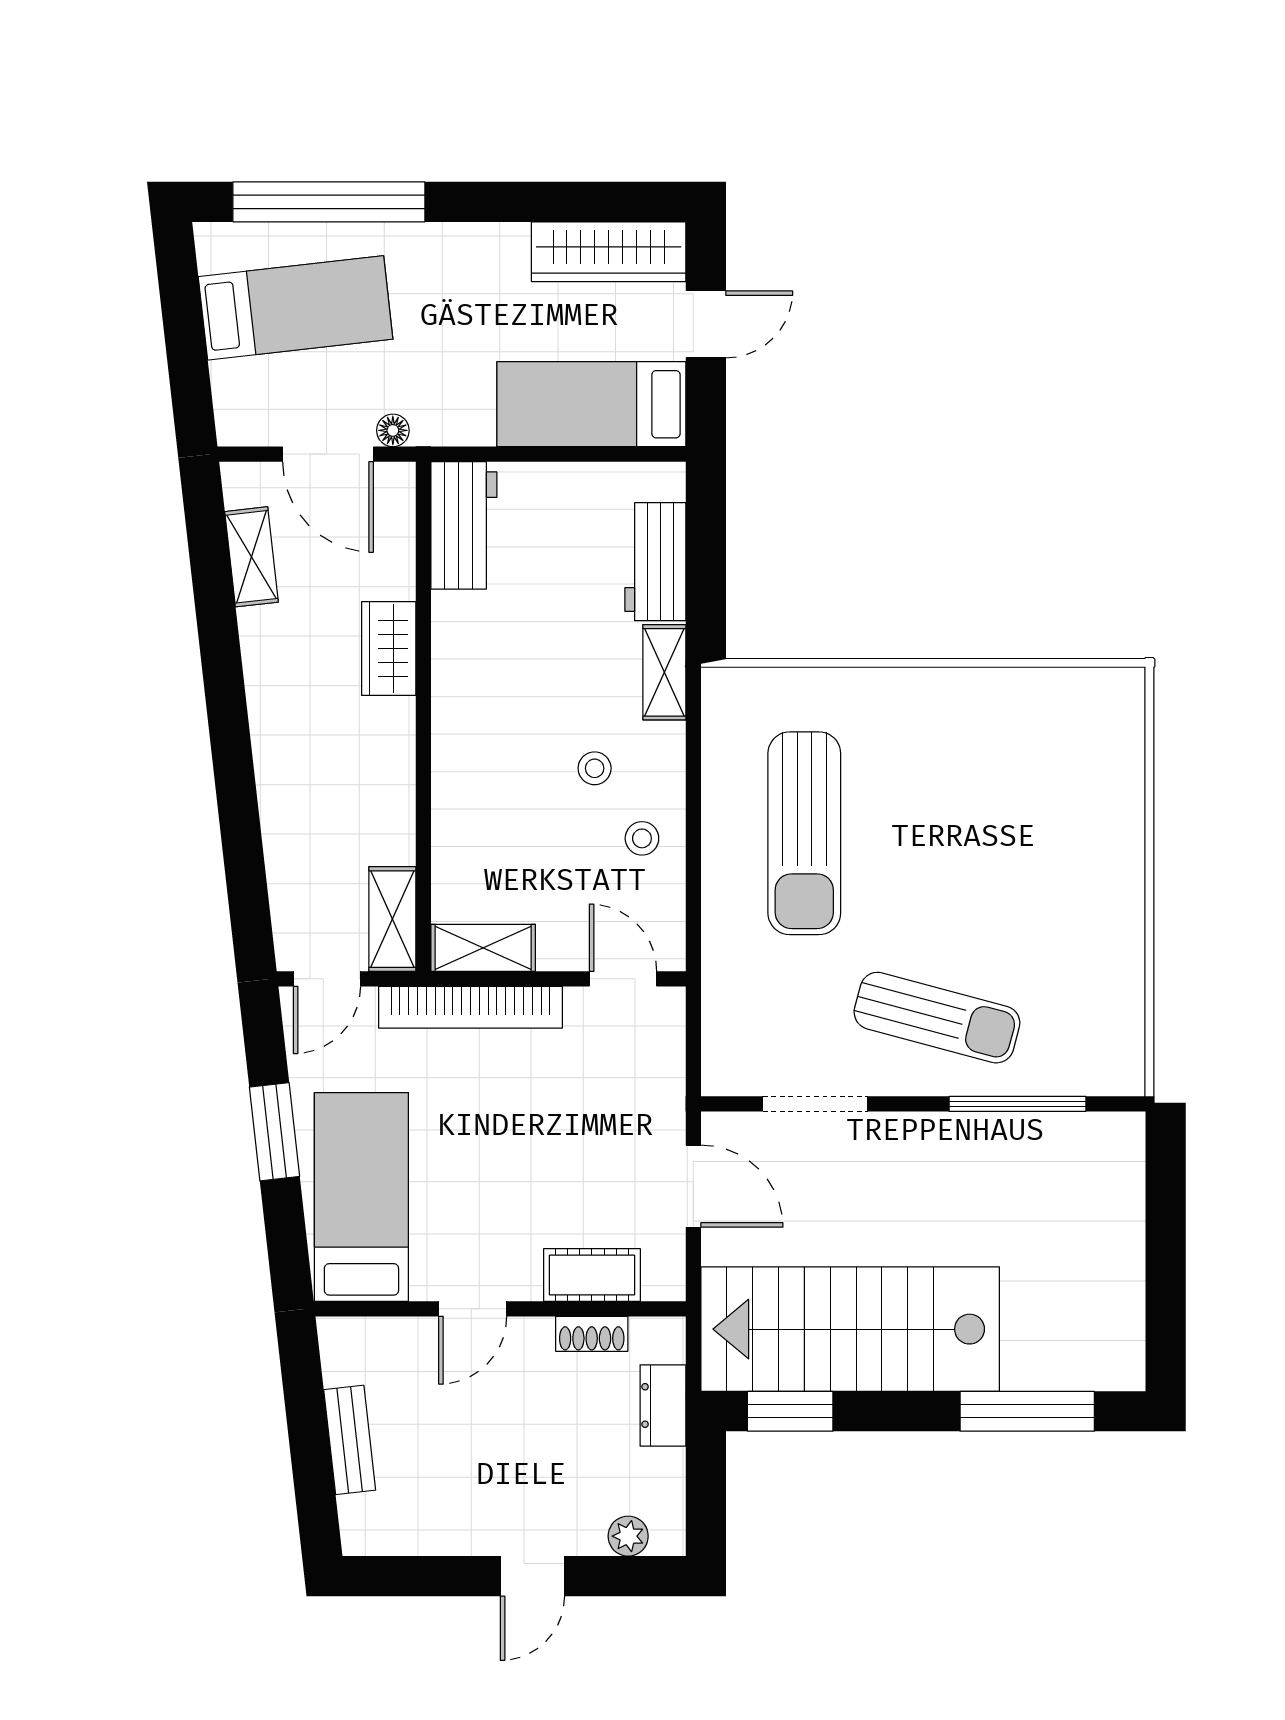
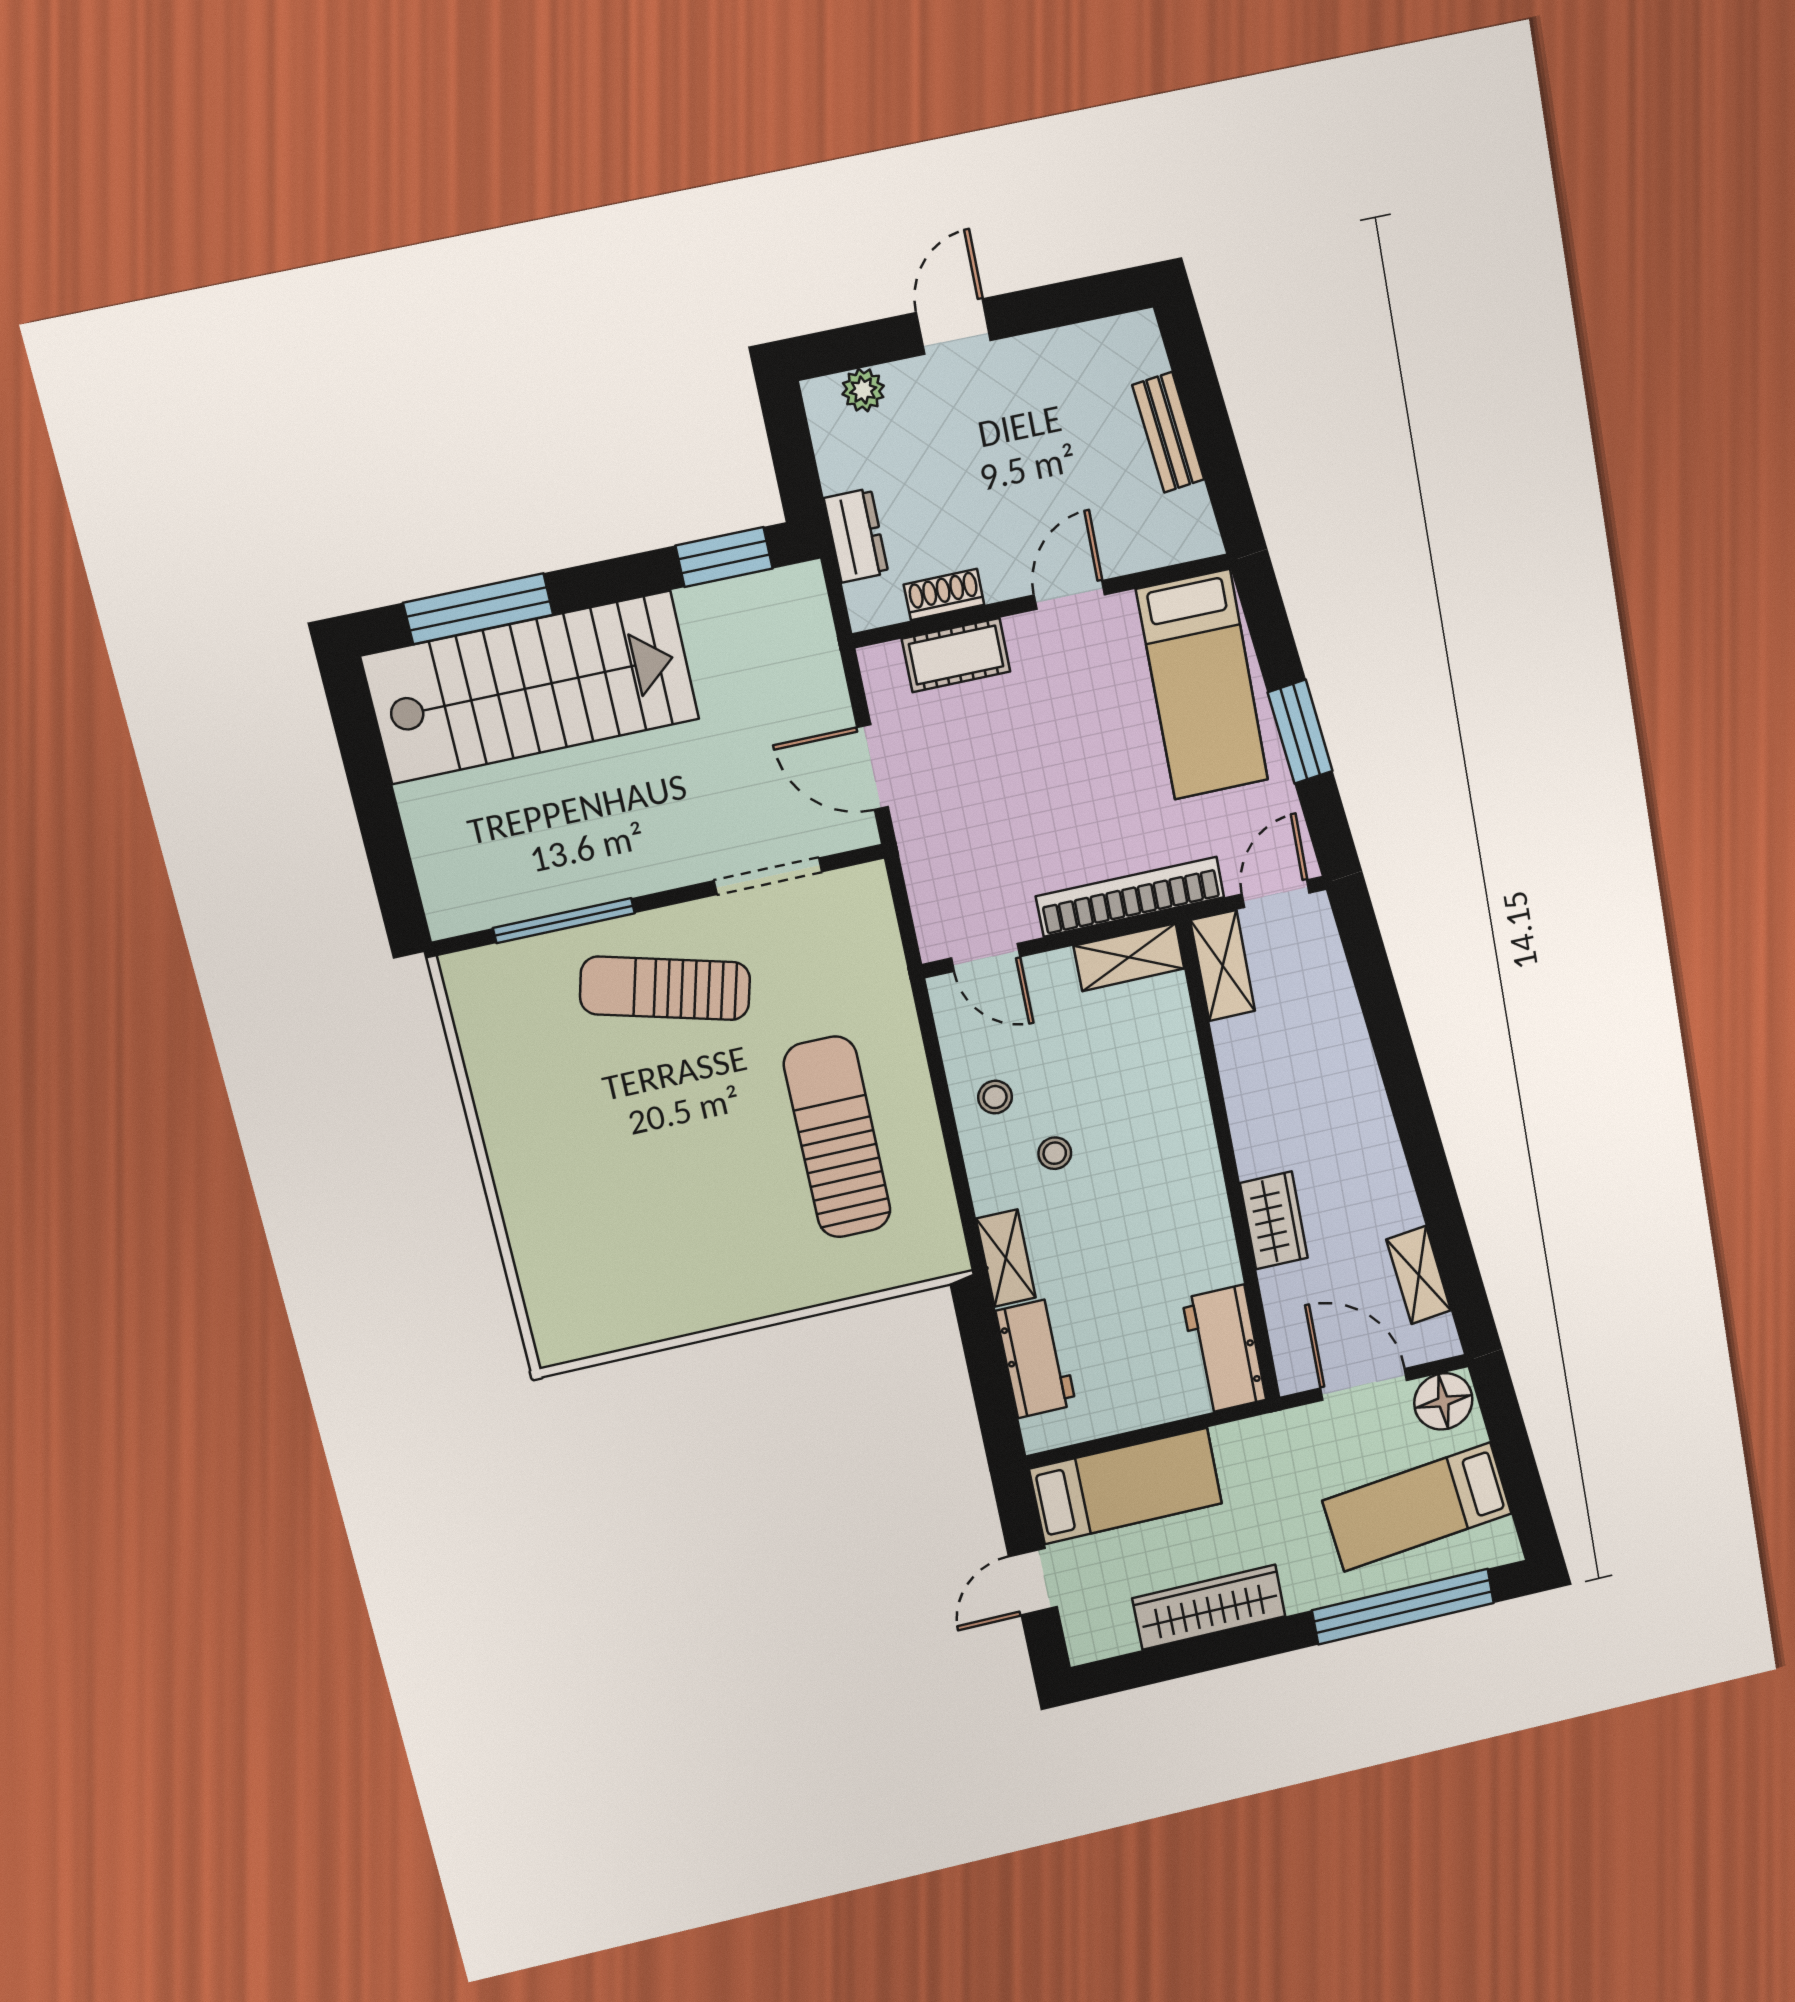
wardrobe: (609, 252) -> (1209, 1607), moved
floor lamp: (393, 430) -> (1443, 1401), moved, width x1.89, depth x1.89
stairs: (850, 1329) -> (531, 688), moved

